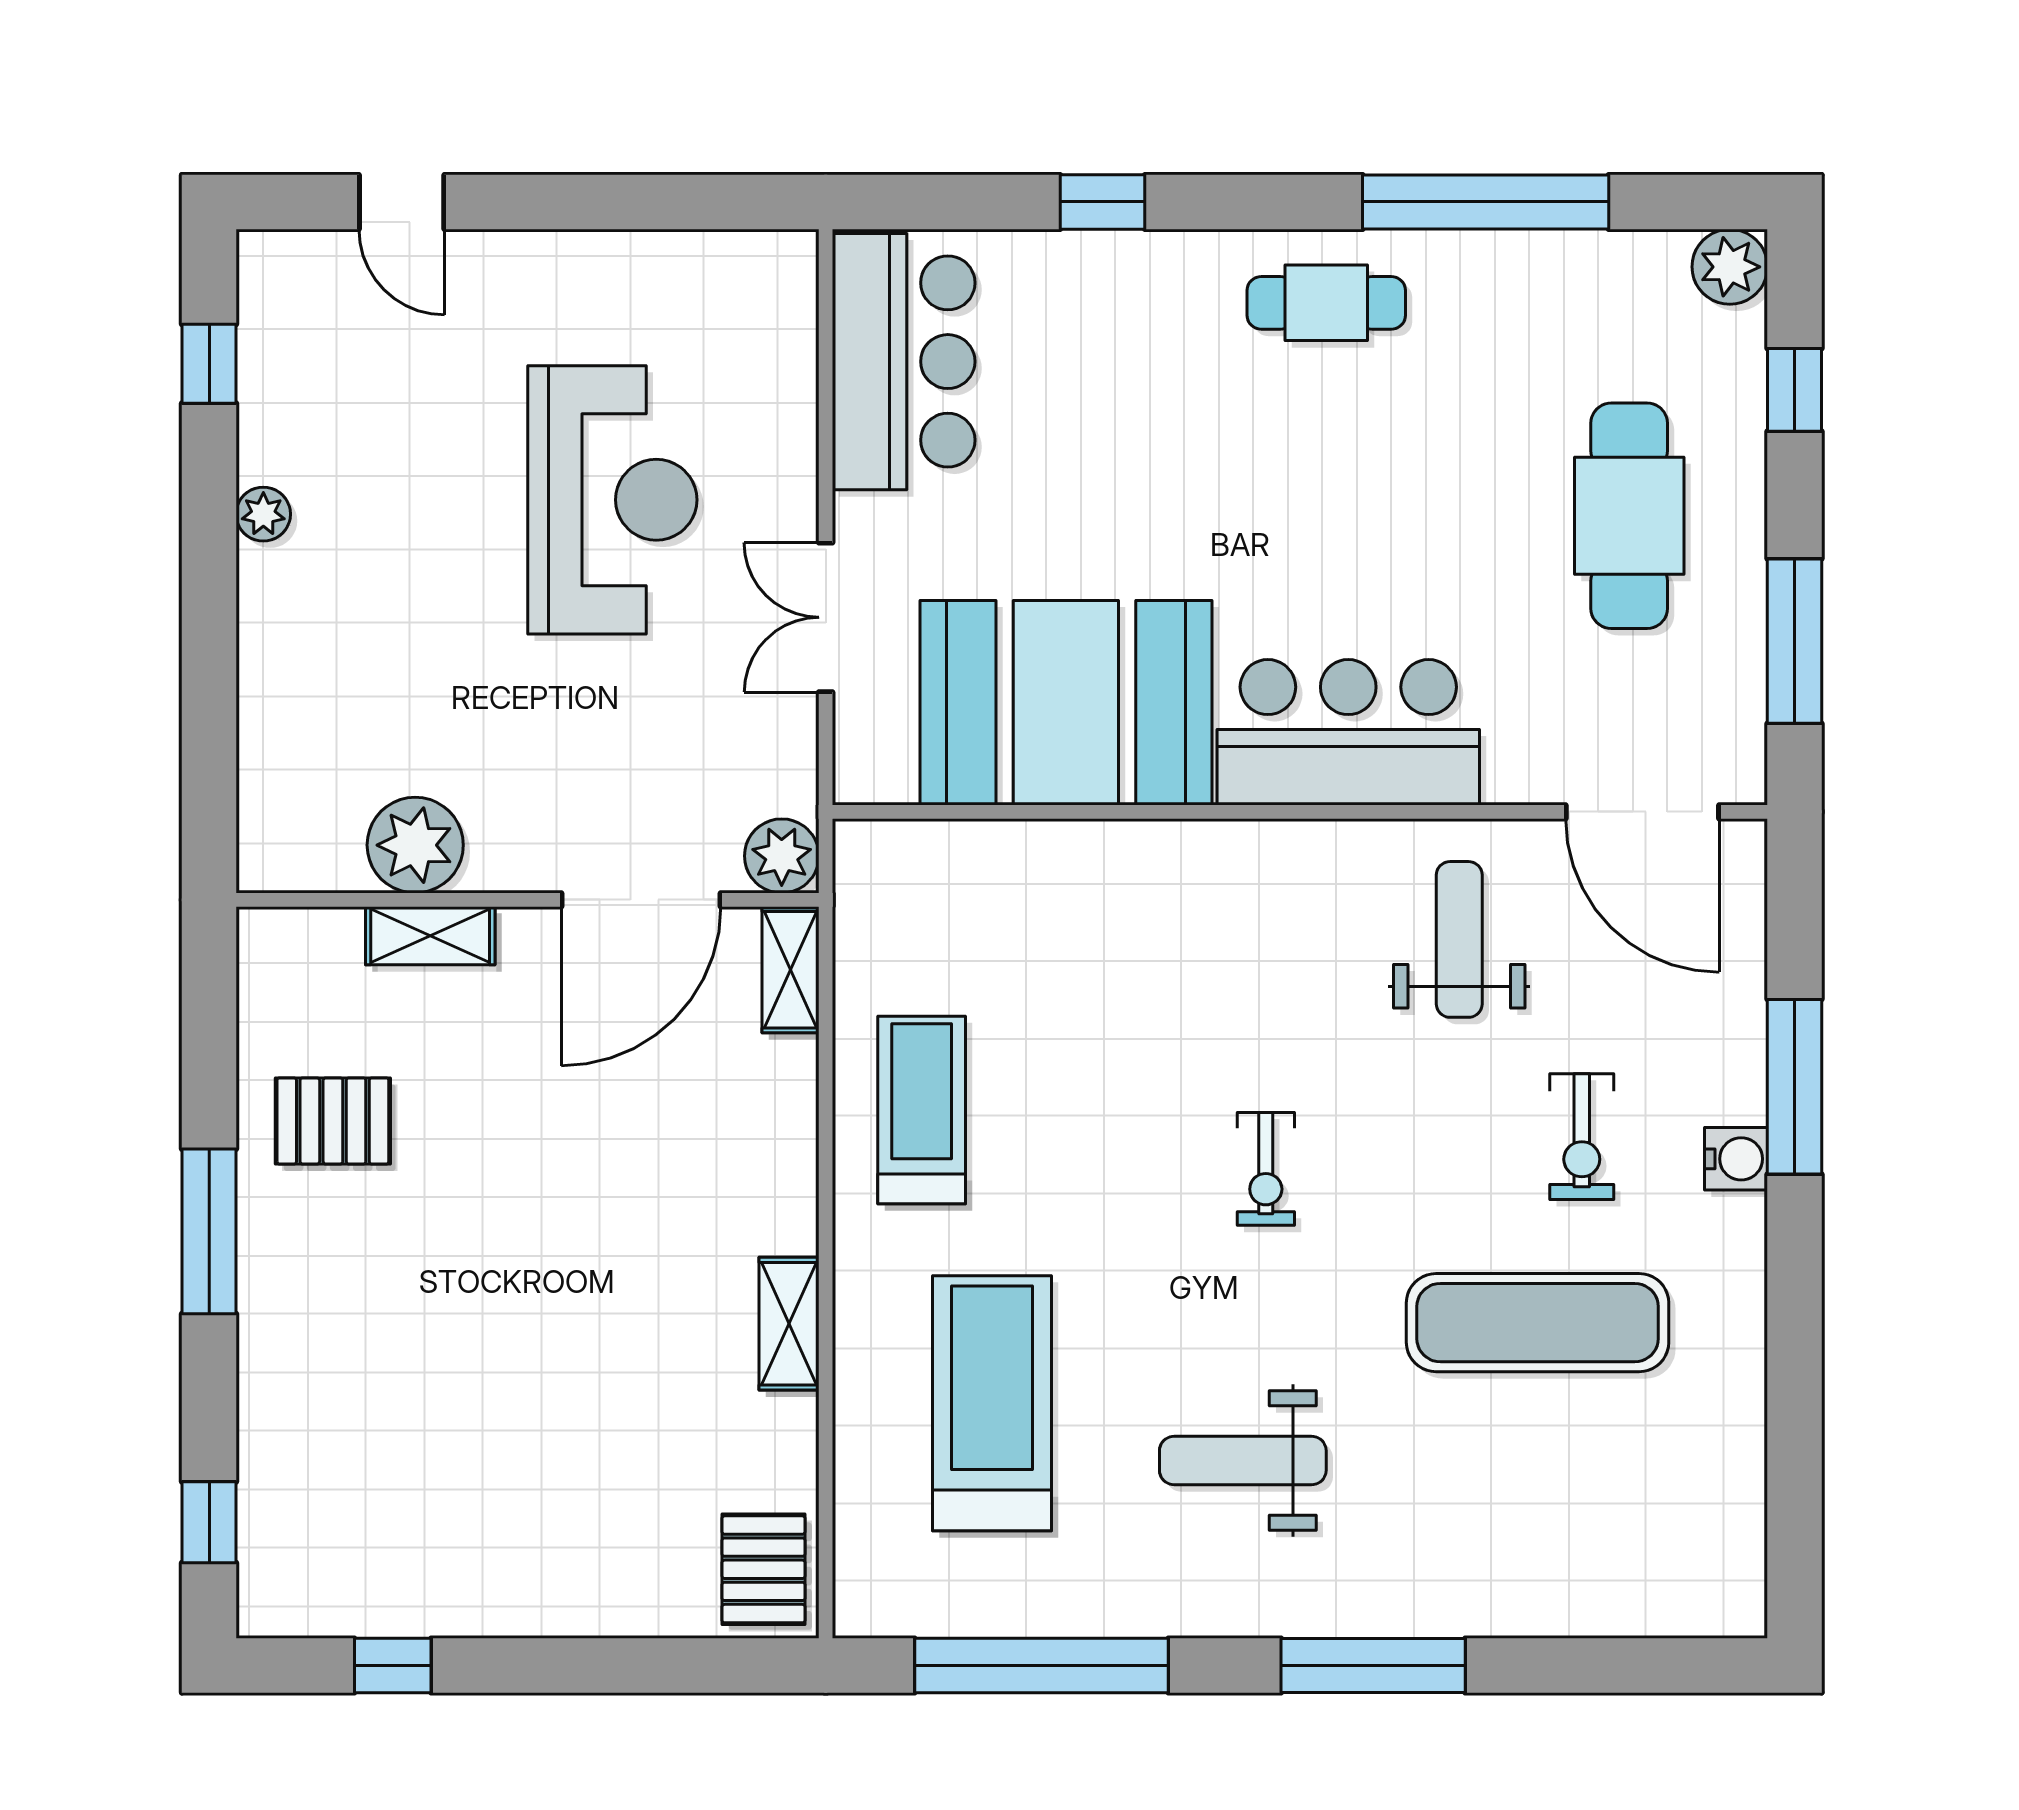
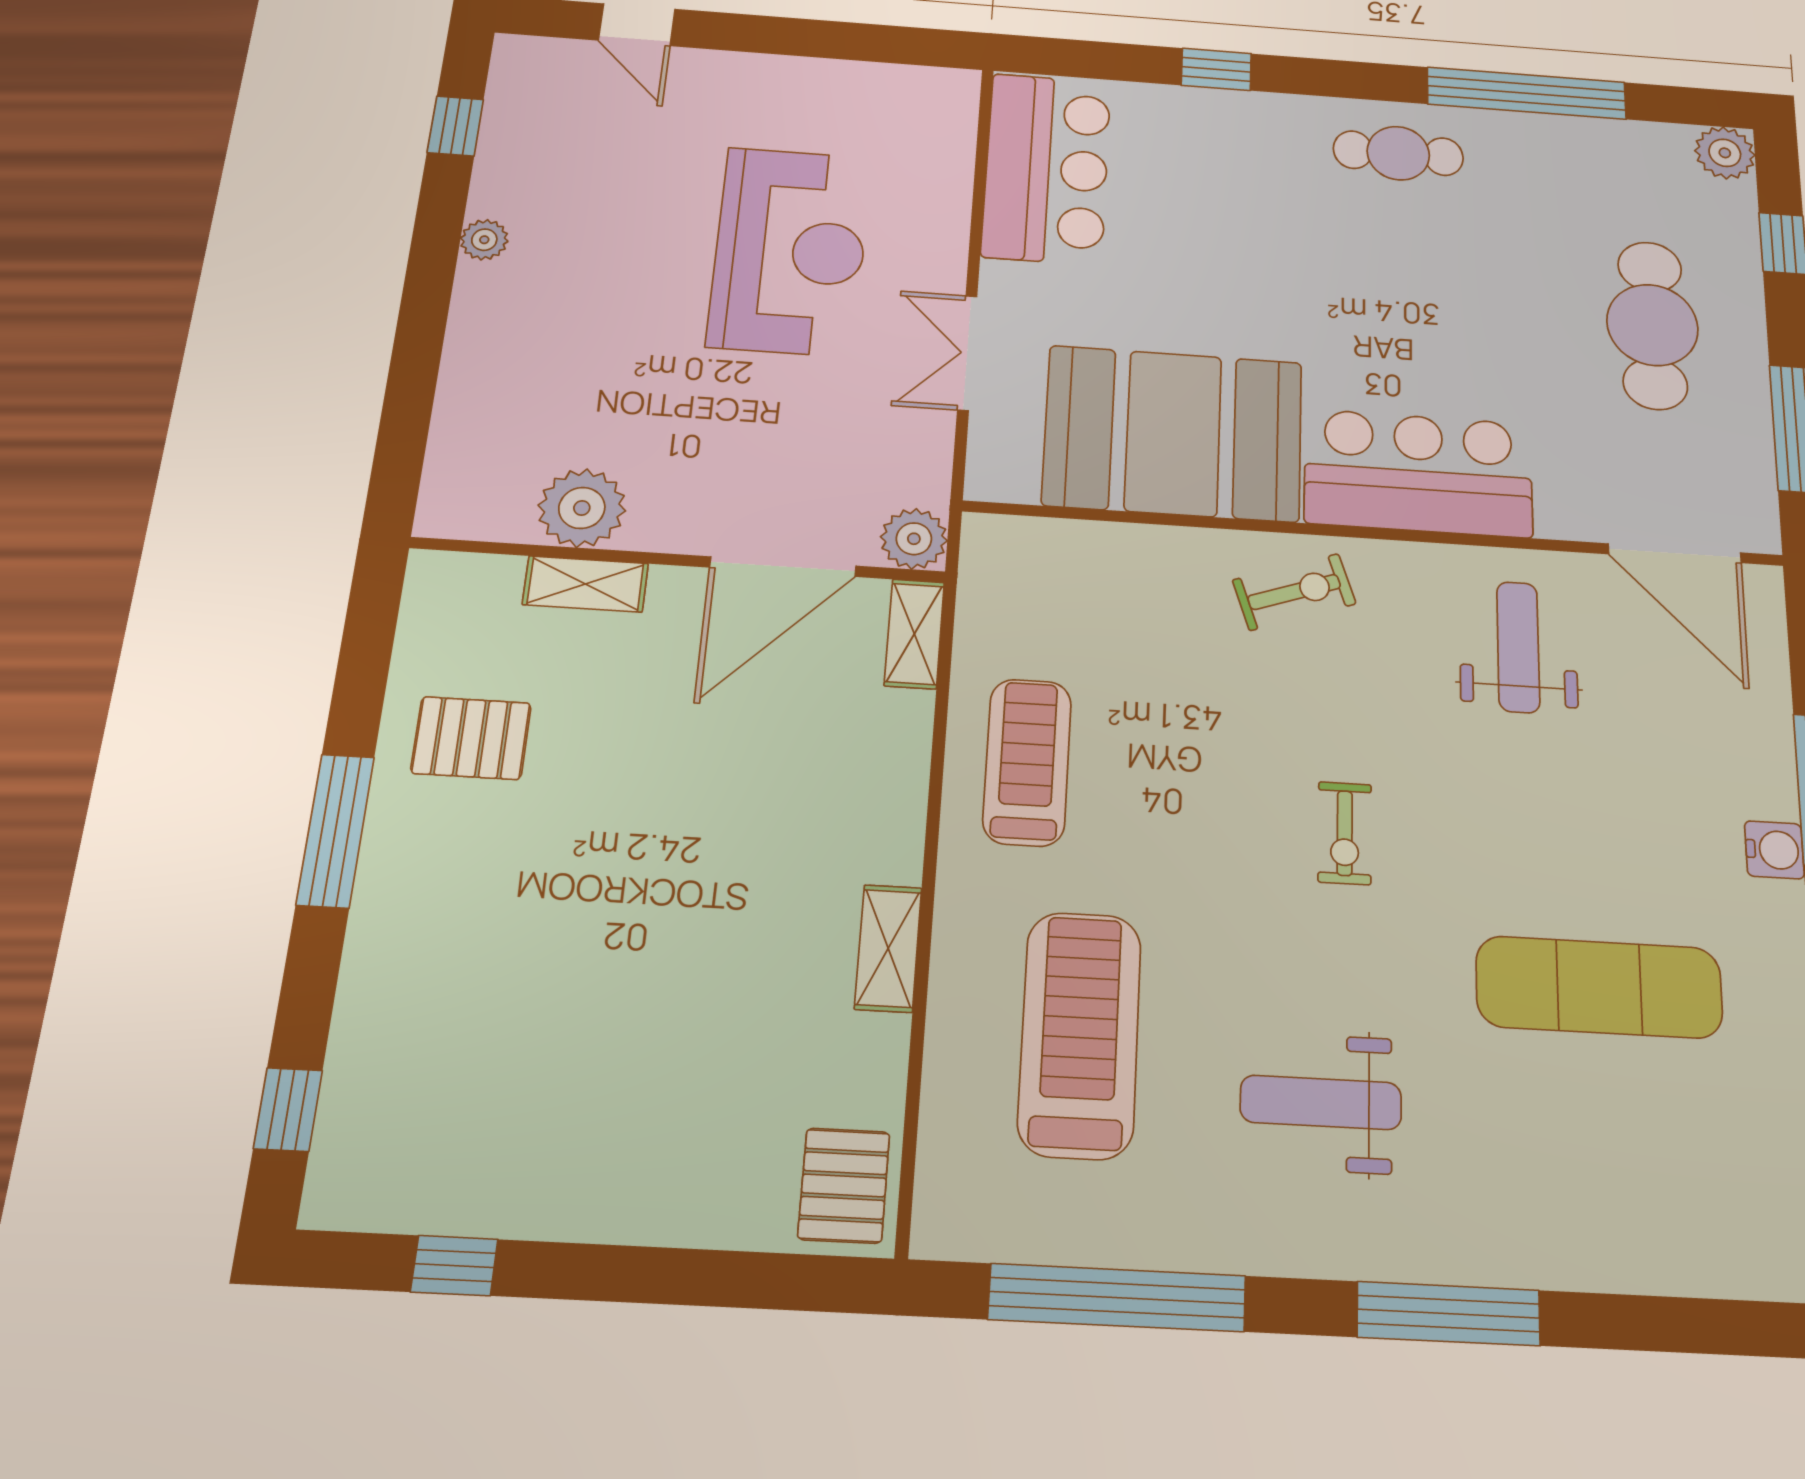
exercise bike: (1582, 1137) -> (1294, 592), moved, turned -109

